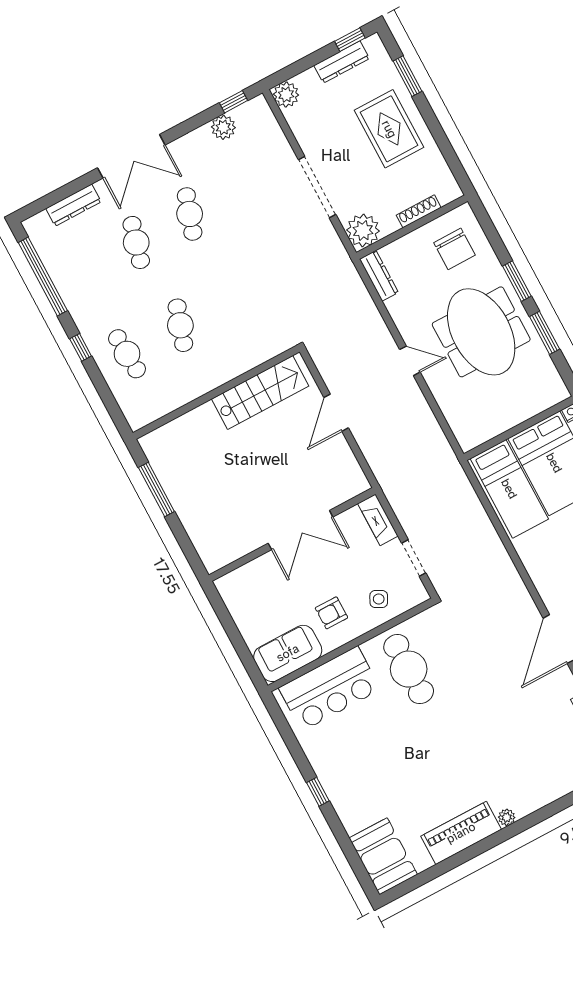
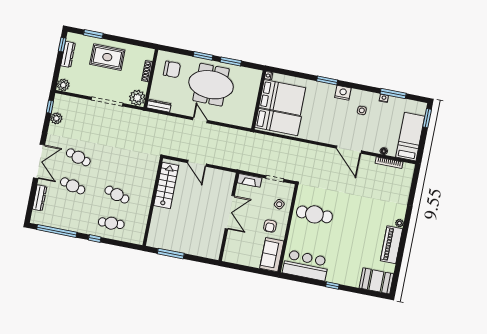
door: (410, 361) -> (200, 120), hinge flipped
bar counter: (330, 689) -> (306, 265), moved, turned -90

